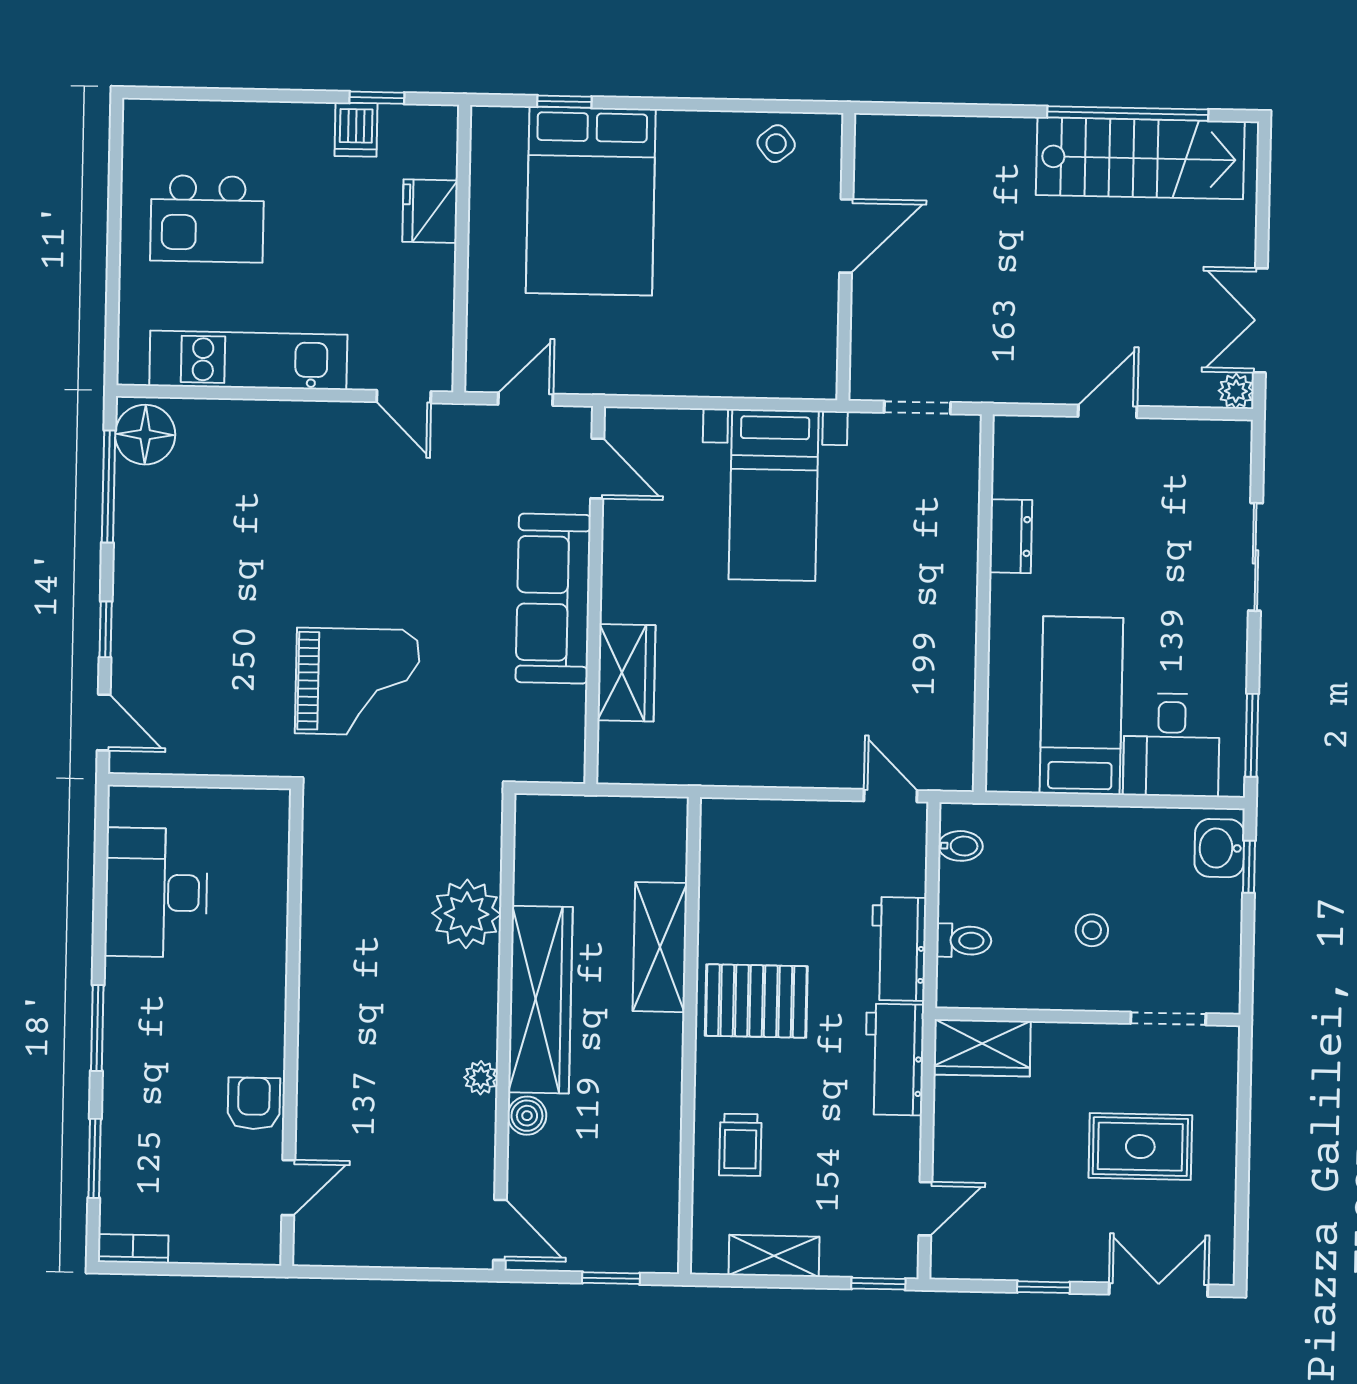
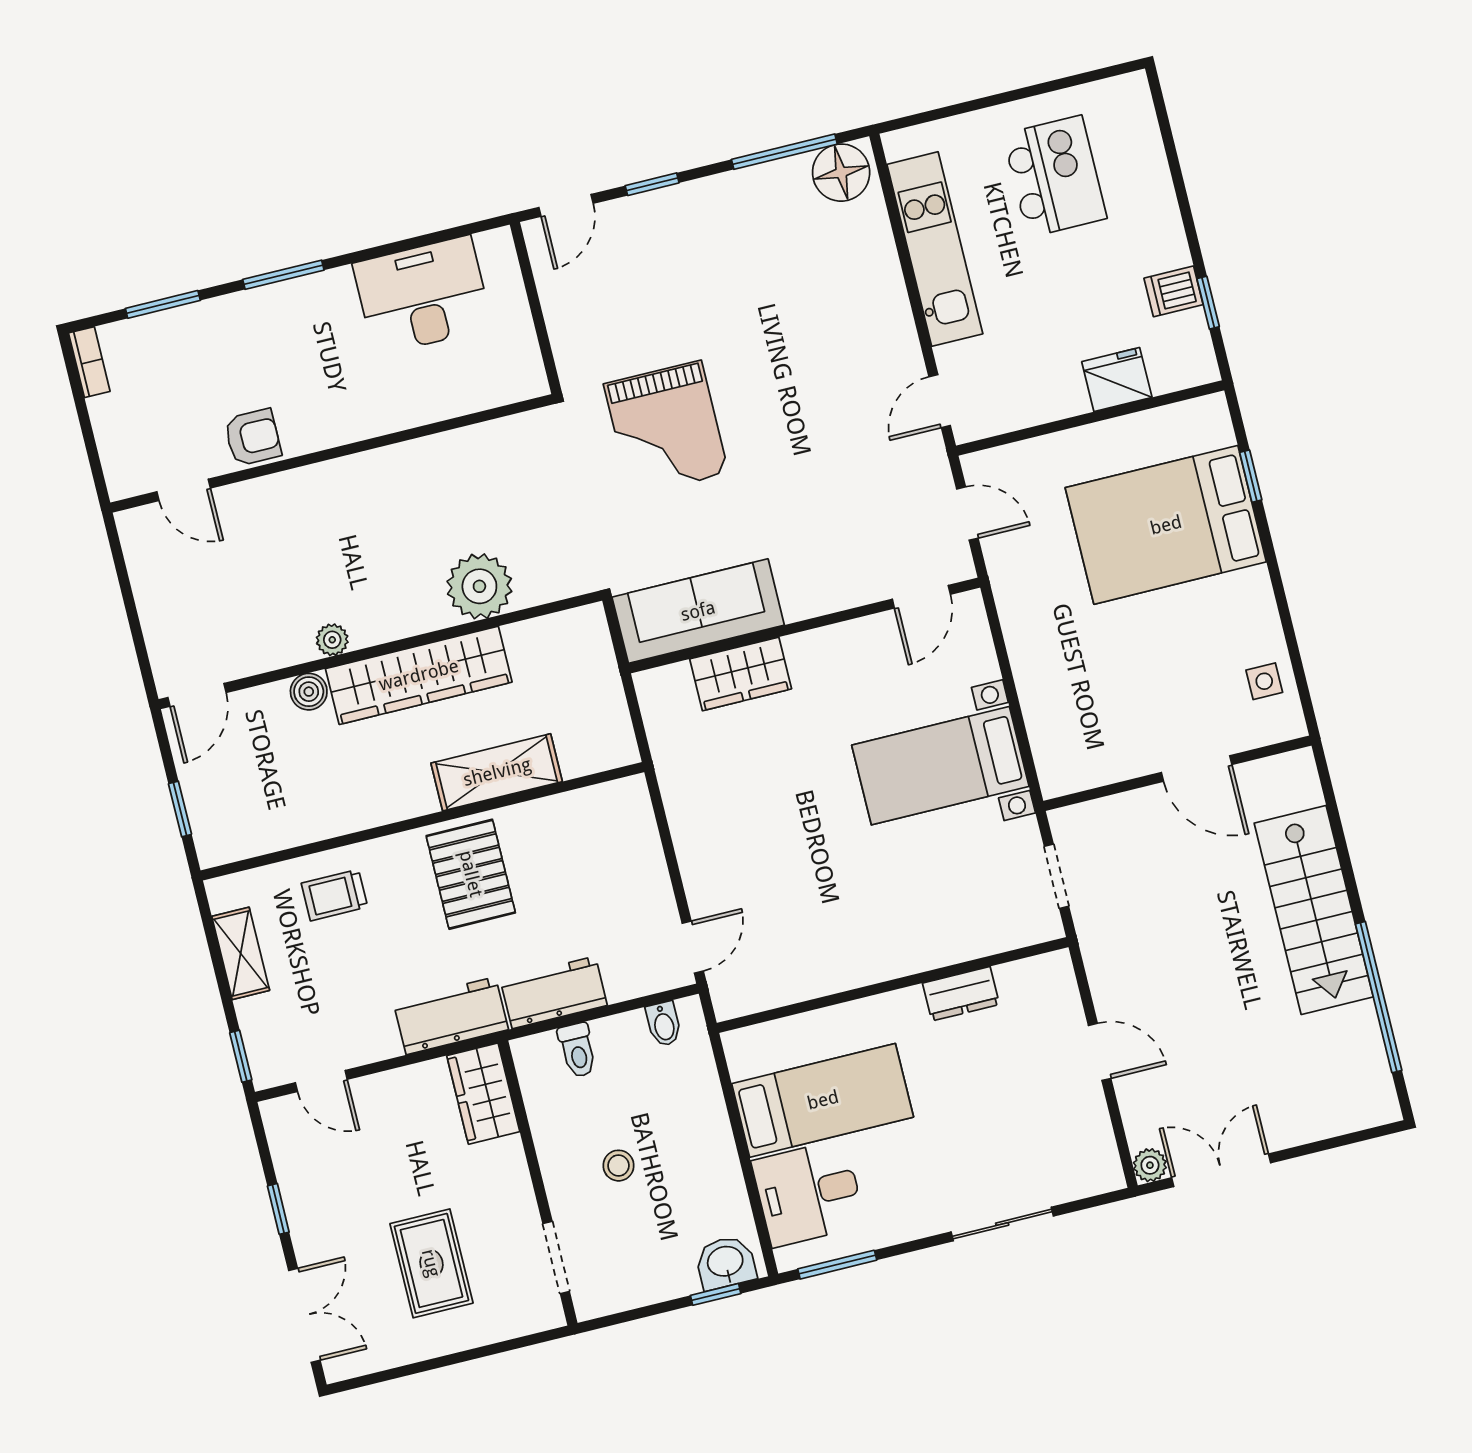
side table: (776, 144) -> (1264, 681), turned 38
stairs: (1140, 158) -> (1314, 910), moved
kitchen island: (207, 219) -> (1055, 176), turned 180
sofa: (553, 599) -> (698, 611), moved

